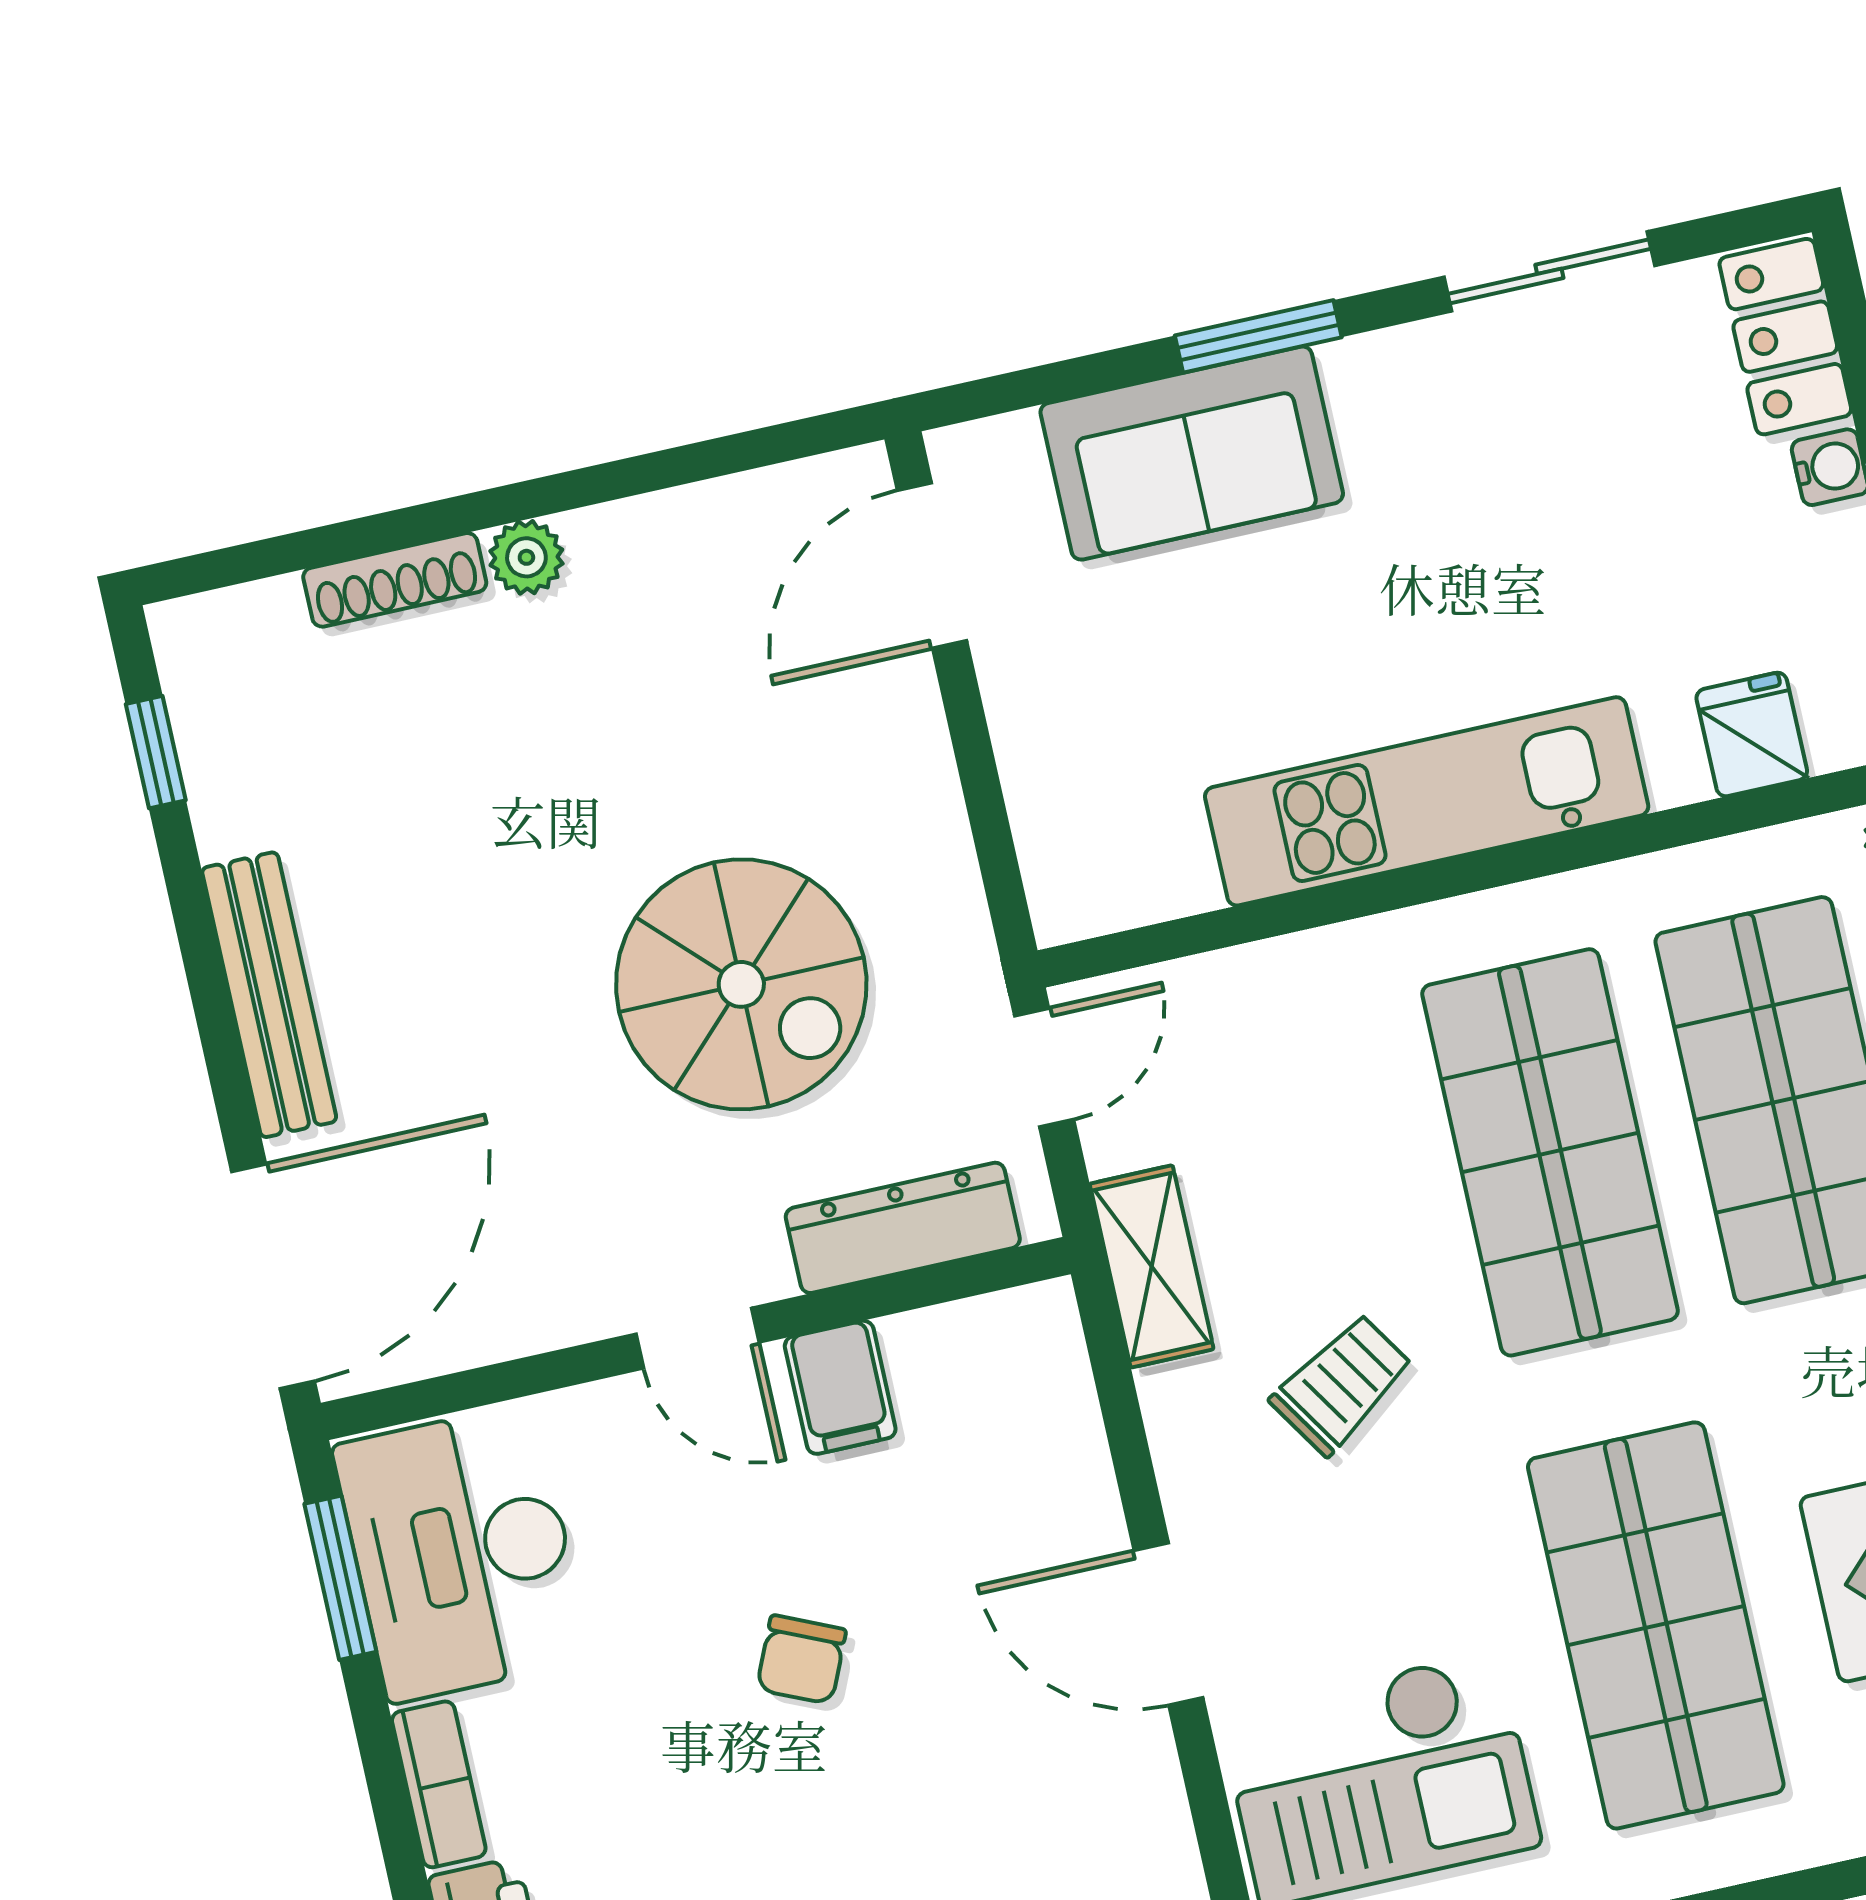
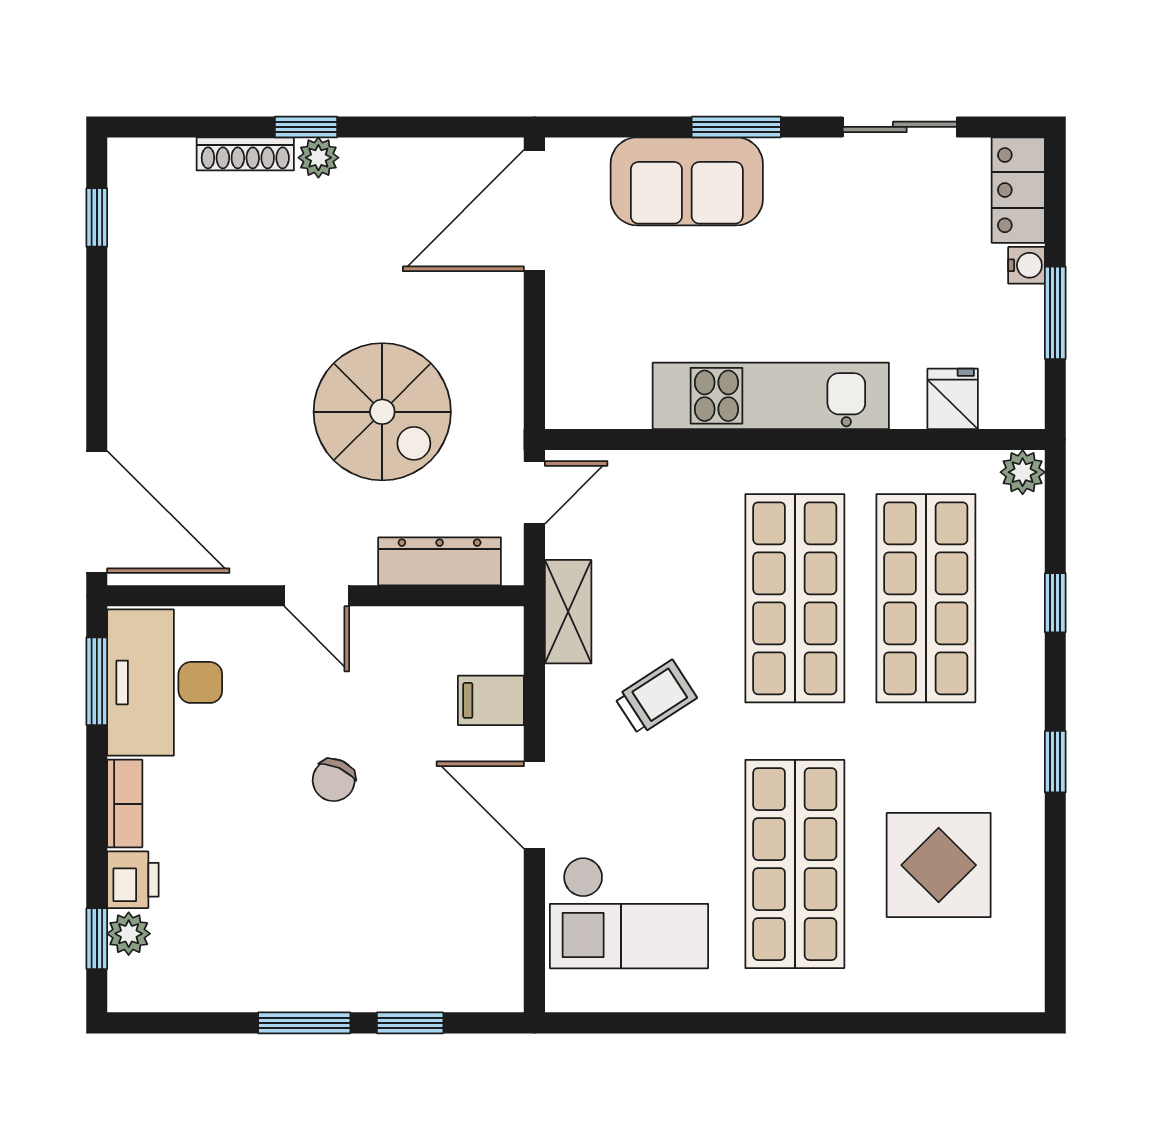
window: (492, 508) -> (306, 127), added
door: (932, 566) -> (534, 211), width x1.36
bench: (269, 995) -> (128, 361), removed
door: (273, 1276) -> (97, 512), hinge flipped
filing cabinet: (840, 1387) -> (491, 700), moved, turned 90

